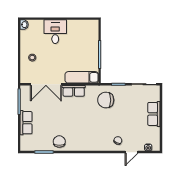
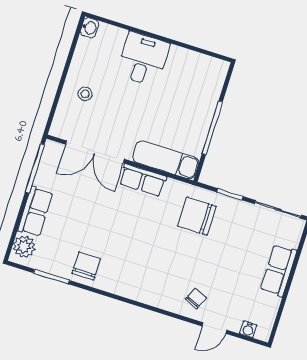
plant: (26, 142) -> (24, 247), added

